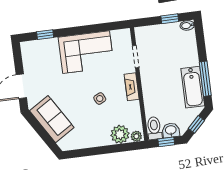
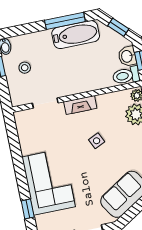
stool: (167, 41) -> (25, 68), added
corner sofa: (86, 52) -> (49, 182), moved

